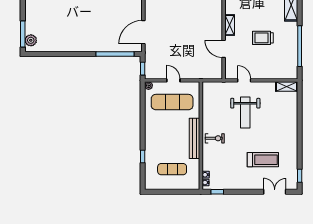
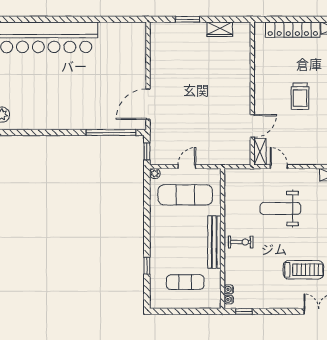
shelving: (230, 25) -> (260, 152), moved
trolley: (263, 38) -> (300, 96), moved, turned -90
door: (224, 49) -> (252, 126), swing flipped
door: (173, 80) -> (187, 167), hinge flipped
weight bench: (245, 113) -> (280, 209), turned 90

